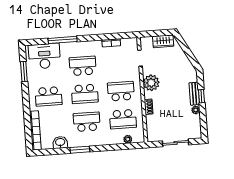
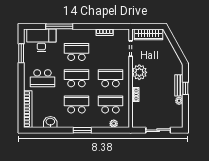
wardrobe: (163, 41) -> (149, 34), width x1.50
school desk: (85, 94) -> (76, 78), turned 180
school desk: (123, 119) -> (110, 104), turned 180
window: (80, 150) -> (82, 130), moved

